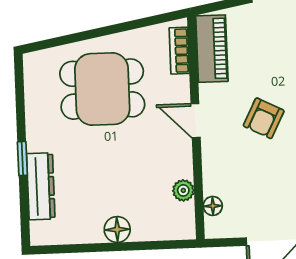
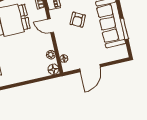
floor lamp: (117, 230) -> (53, 69), moved

